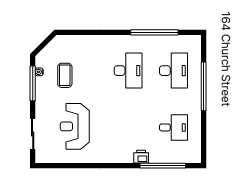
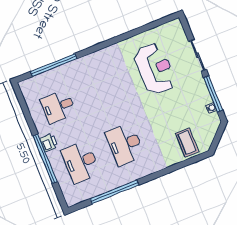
coffee table: (65, 75) -> (187, 143), moved
sliding door: (33, 134) -> (198, 55), moved
printer: (141, 157) -> (49, 143), moved, turned -90

